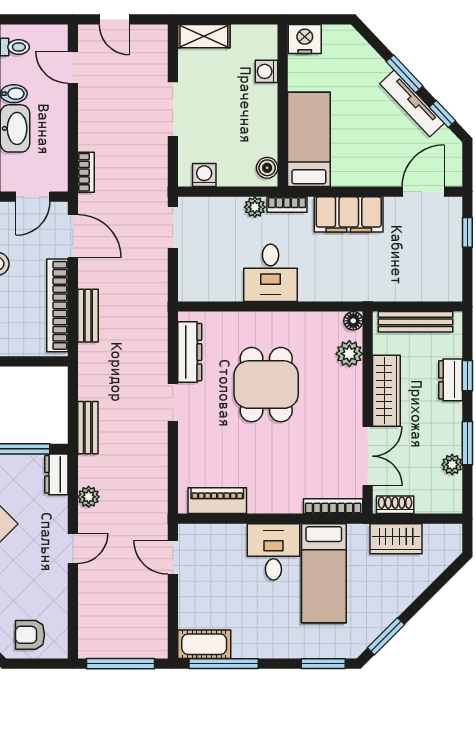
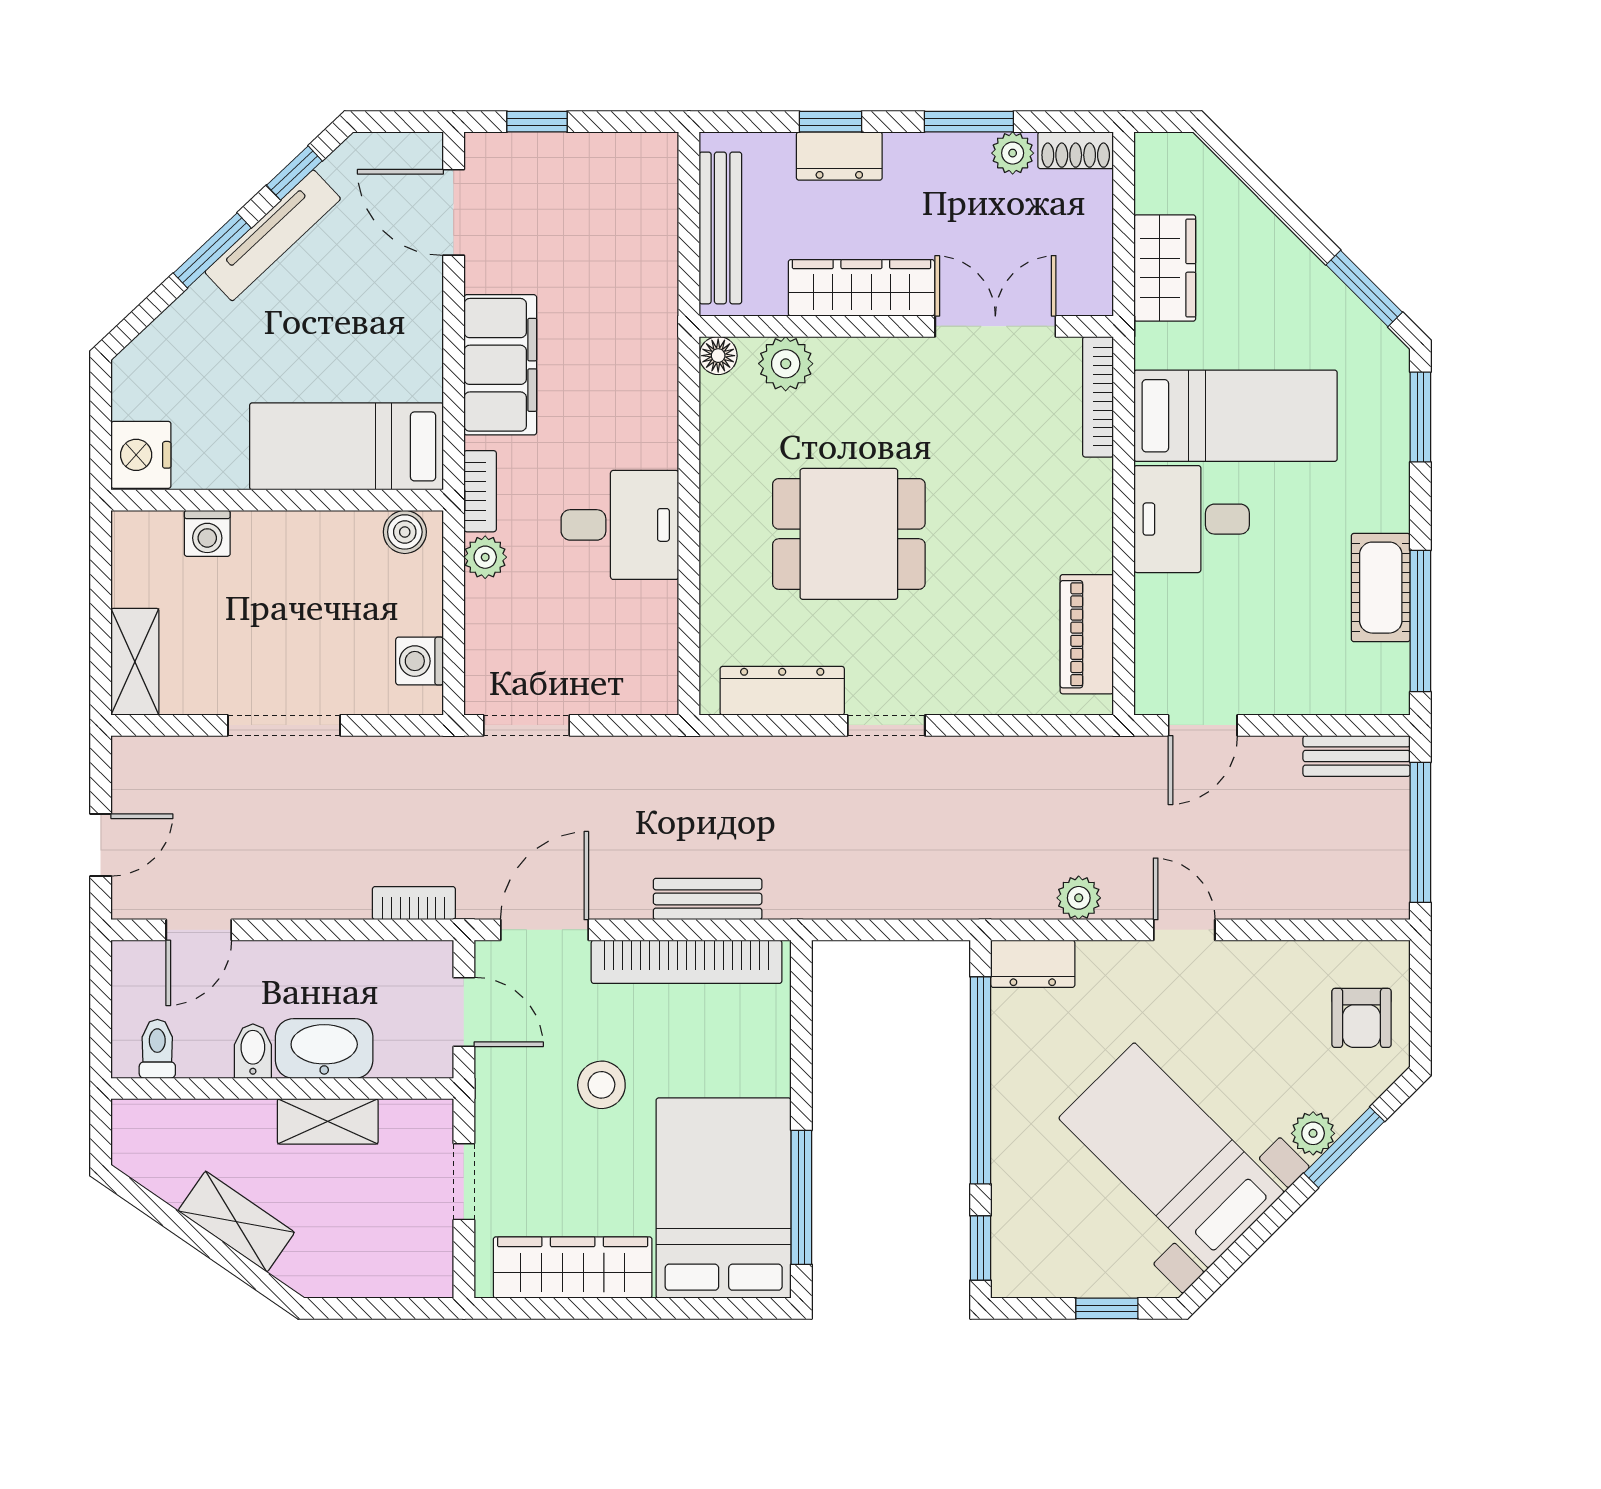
bench: (88, 428) -> (1357, 756), moved
shoe rack: (395, 505) -> (1076, 150), moved, turned -90
cot: (204, 644) -> (1381, 588), moved

